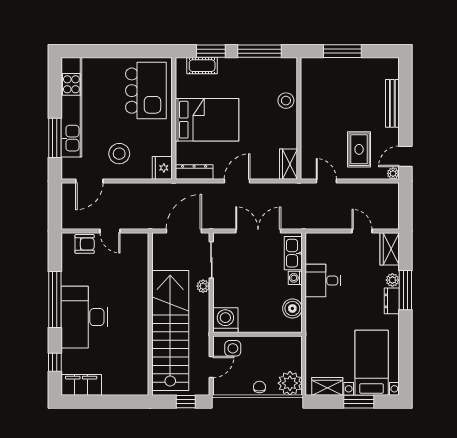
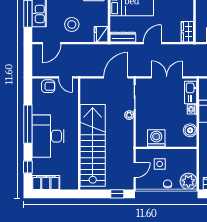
wall: (150, 314) -> (79, 134), moved
washing machine: (225, 320) -> (156, 138), moved
stairs: (170, 330) -> (93, 145), moved
side table: (233, 348) -> (160, 164), moved

